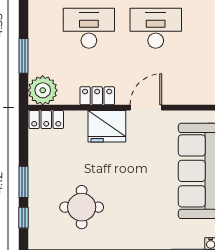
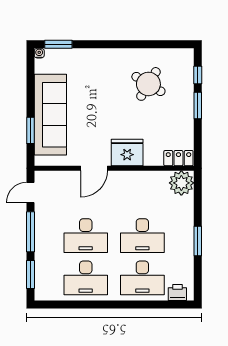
window: (24, 56) -> (198, 241), moved
locker: (97, 96) -> (135, 178), removed
round table: (82, 207) -> (148, 84), turned 31

